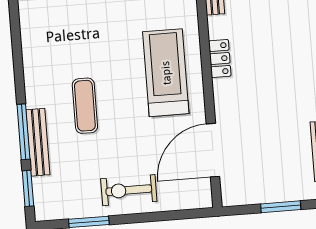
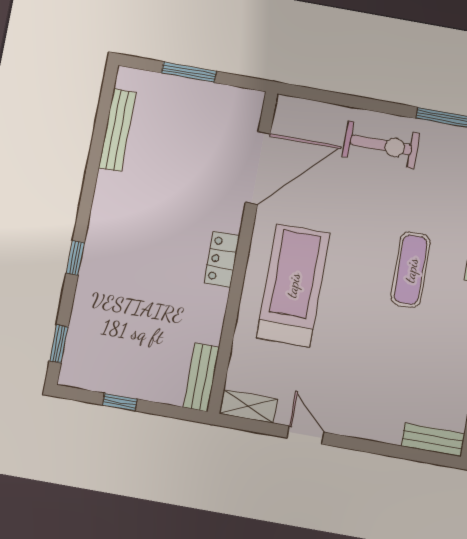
locker: (220, 58) -> (222, 259), moved
treadmill: (166, 73) -> (293, 285), turned 180

